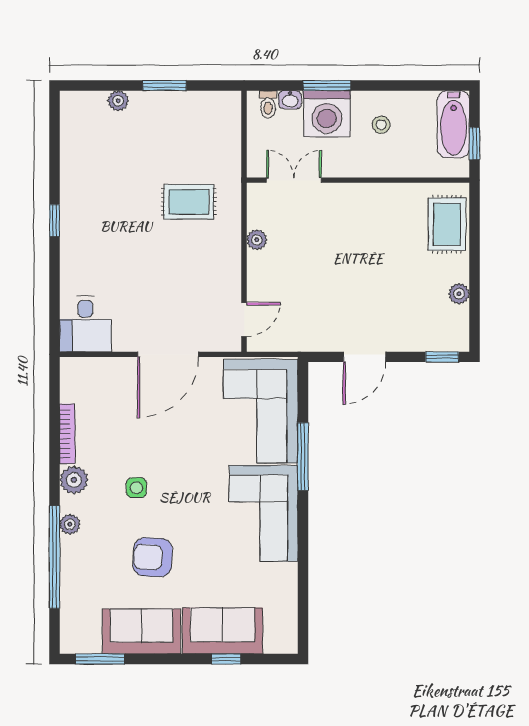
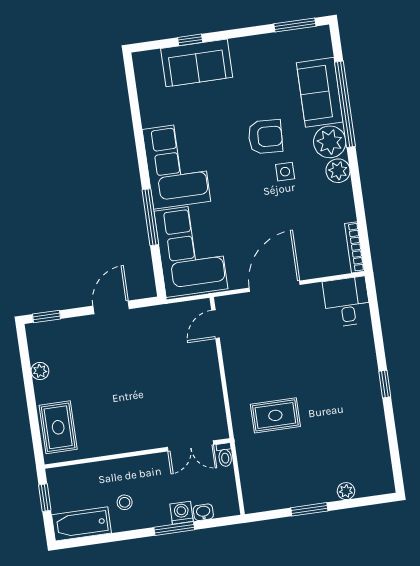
toilet: (268, 104) -> (225, 455), moved, turned 180
washing machine: (327, 114) -> (182, 513), width x0.53, depth x0.53
bathtub: (454, 124) -> (81, 524), moved, turned -90
plant: (257, 240) -> (214, 392), removed
bookcase: (67, 434) -> (354, 247), moved
plant: (70, 524) -> (330, 142), width x1.87, depth x1.87
armchair: (153, 557) -> (265, 137), moved
sofa: (141, 631) -> (320, 92), moved, turned 90

